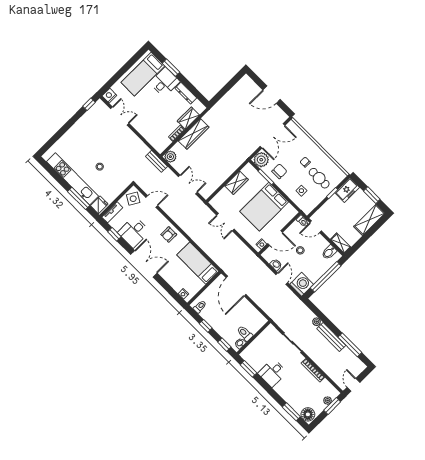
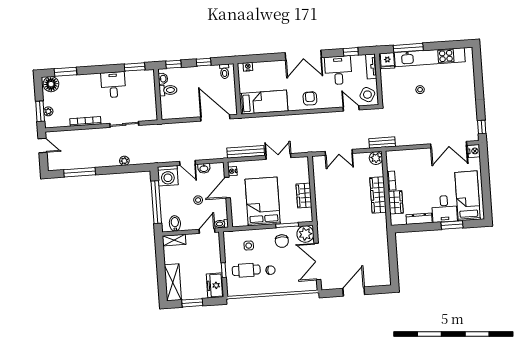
double door: (120, 116) -> (449, 145), width x1.37
door: (152, 202) -> (351, 109), swing flipped
bench: (331, 337) -> (246, 152), moved

